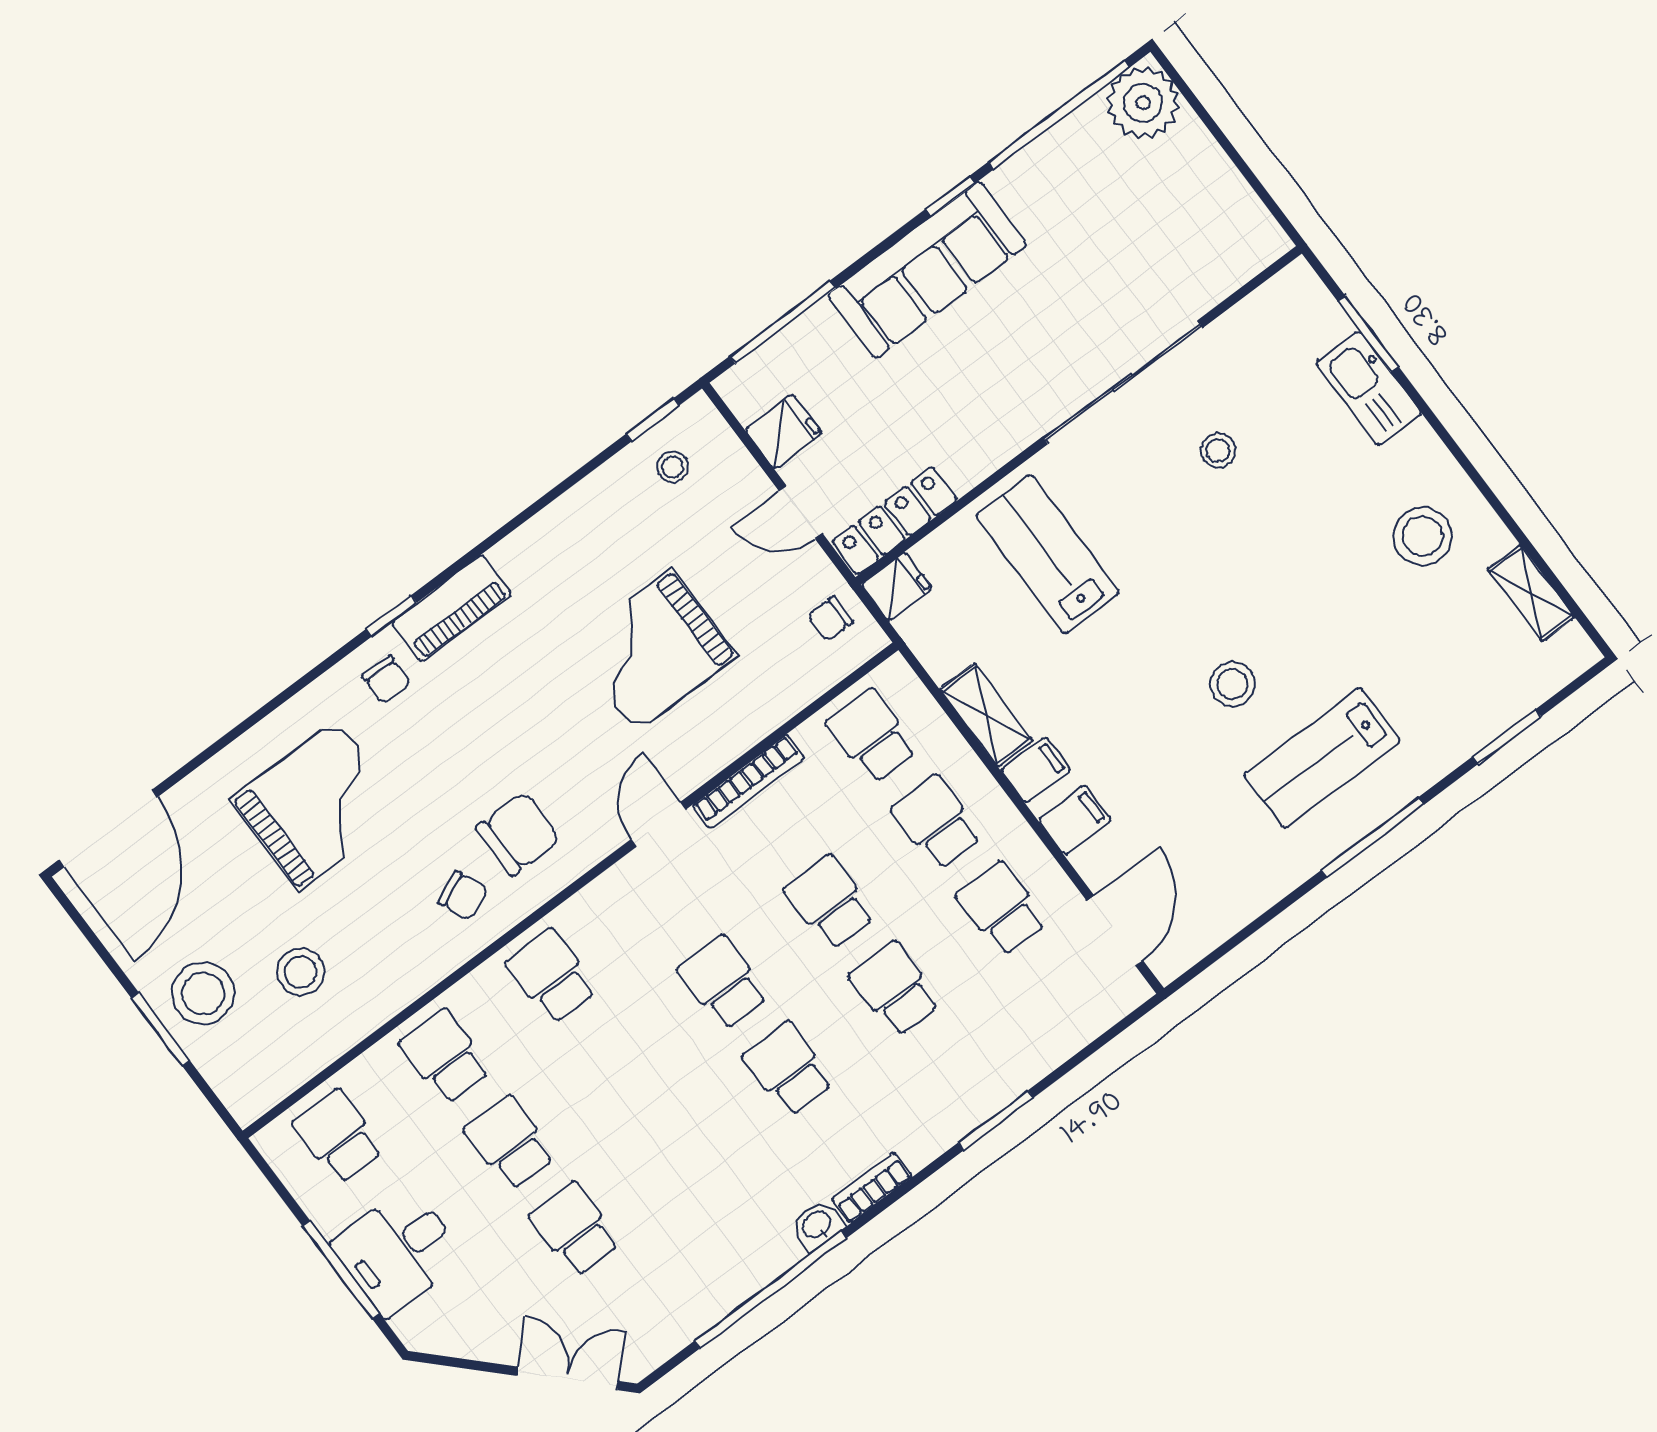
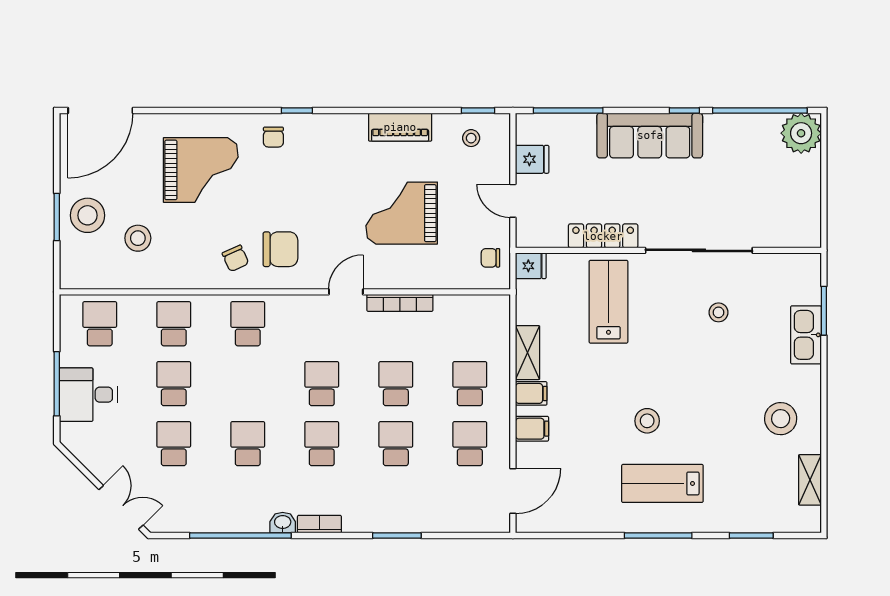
locker: (895, 521) -> (603, 236), moved
piano: (452, 608) -> (400, 127), moved
school desk: (872, 736) -> (248, 444), moved

